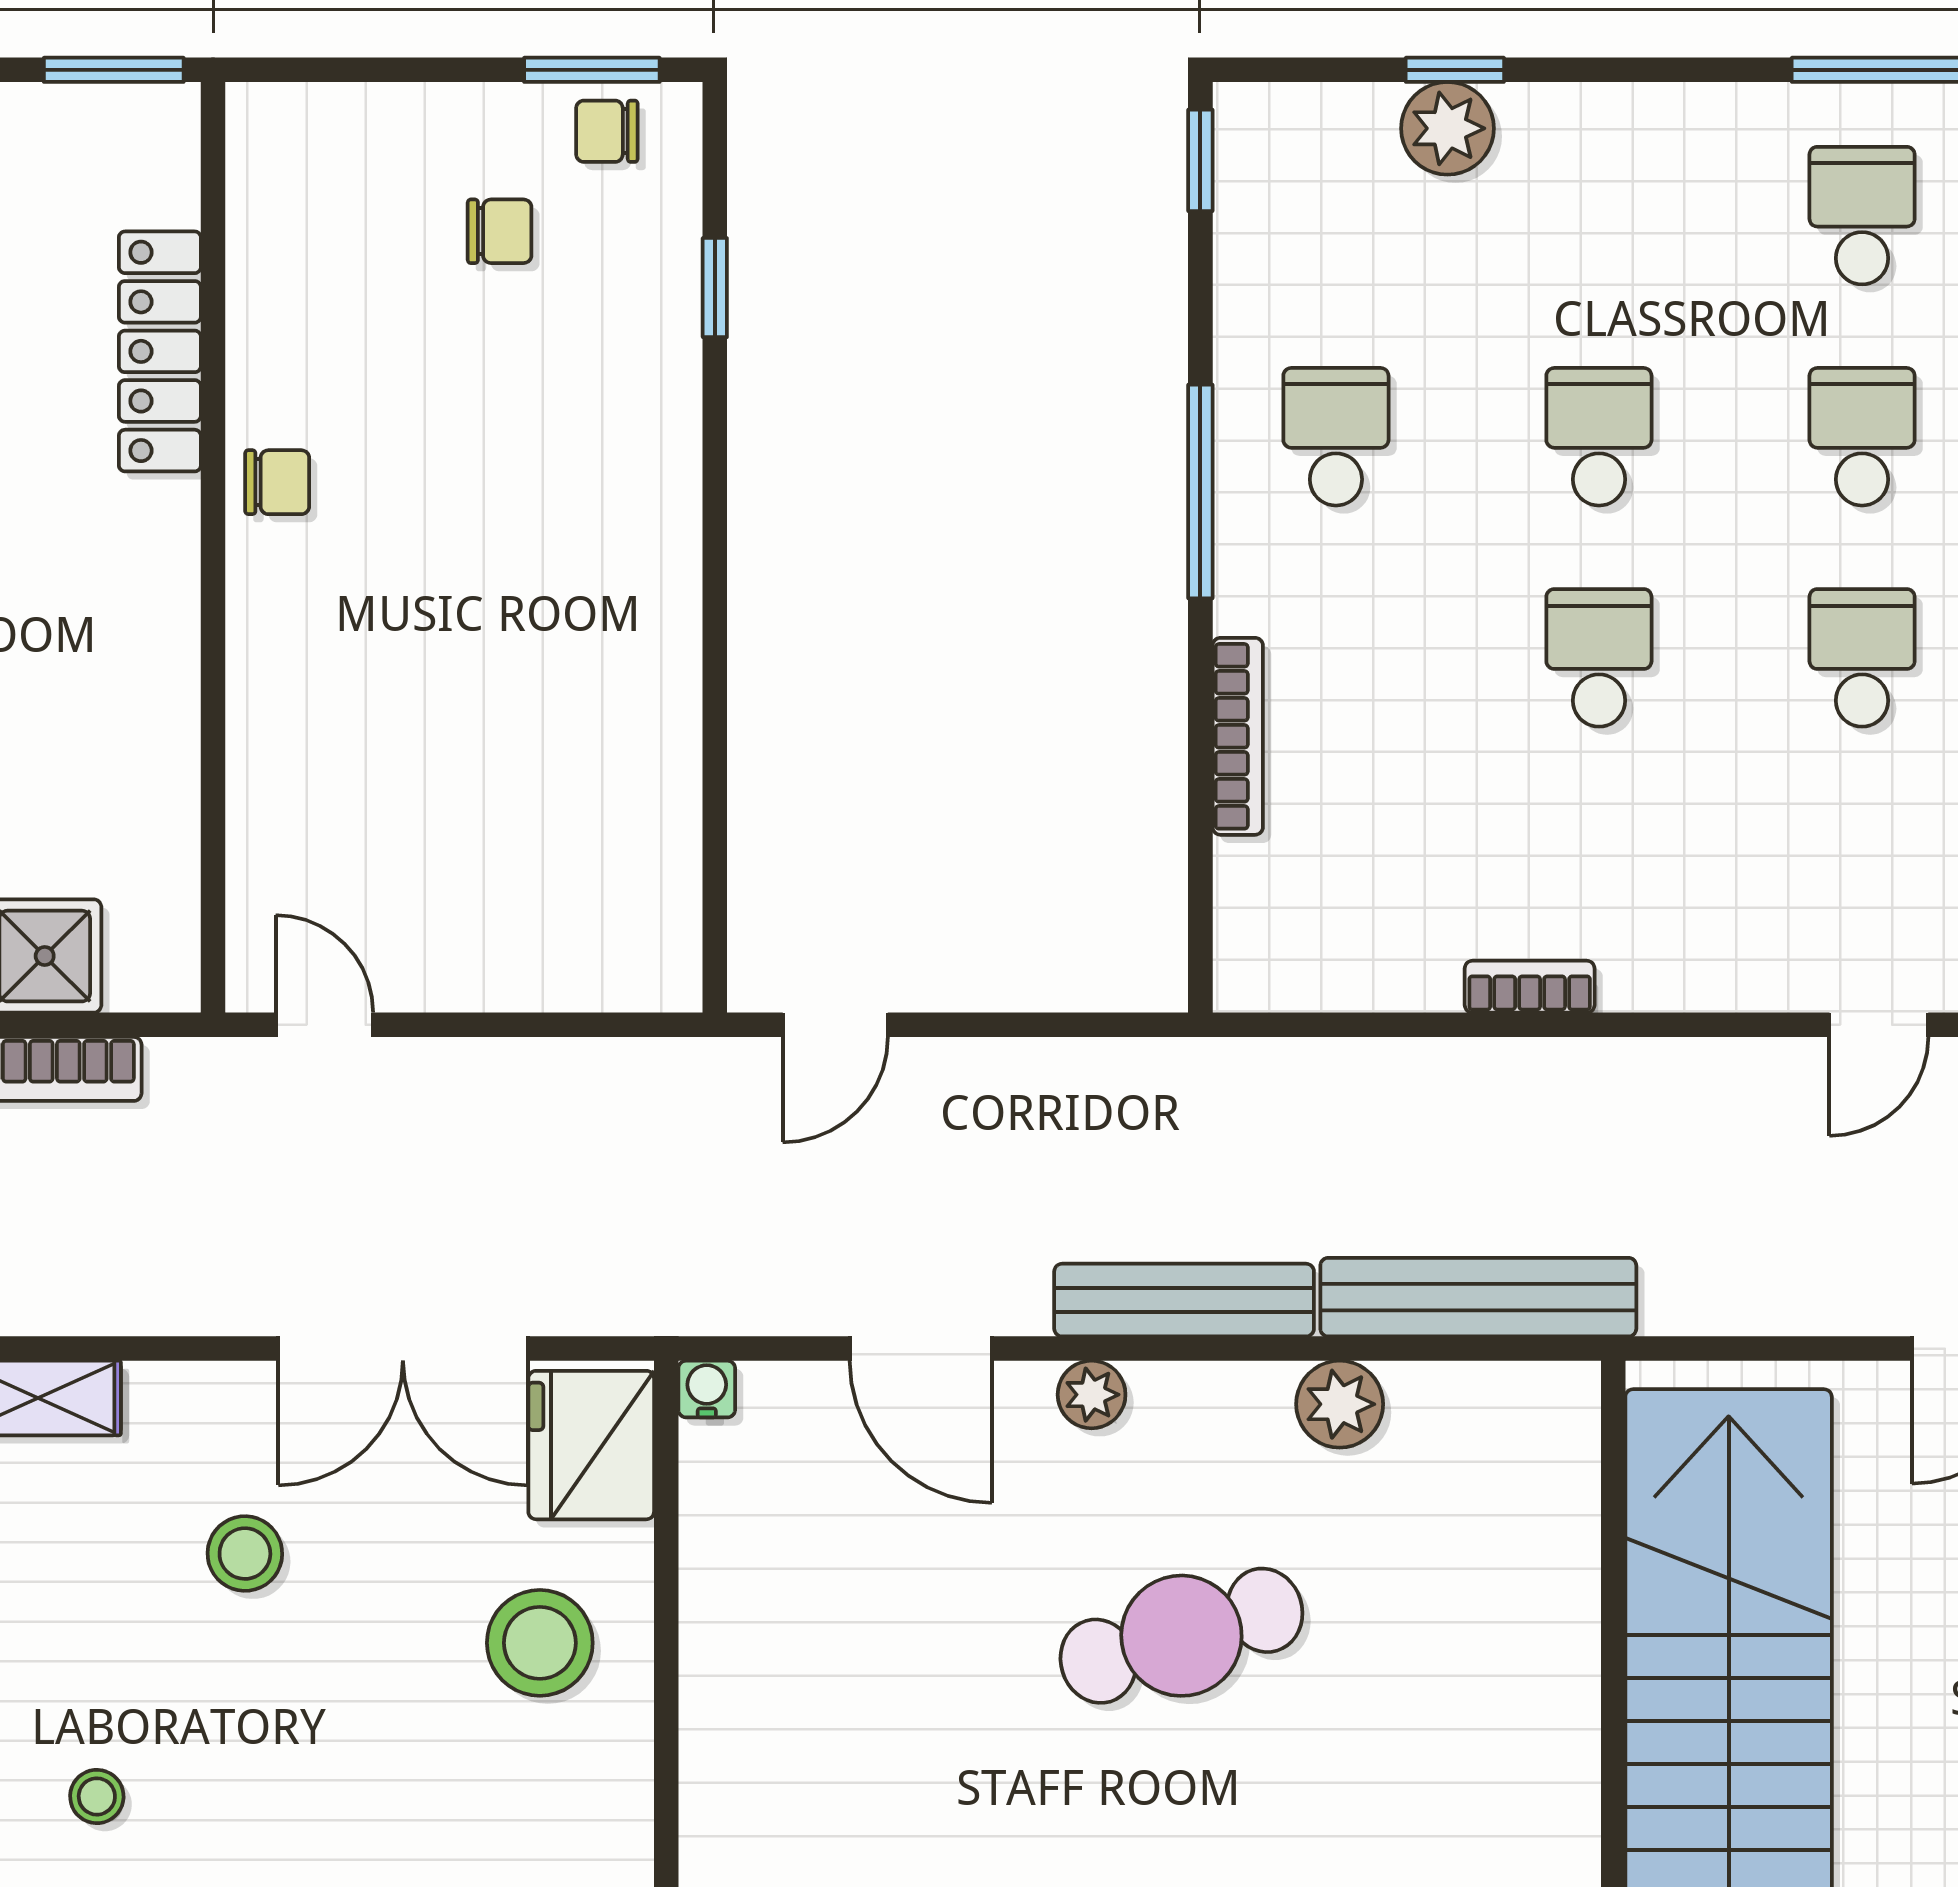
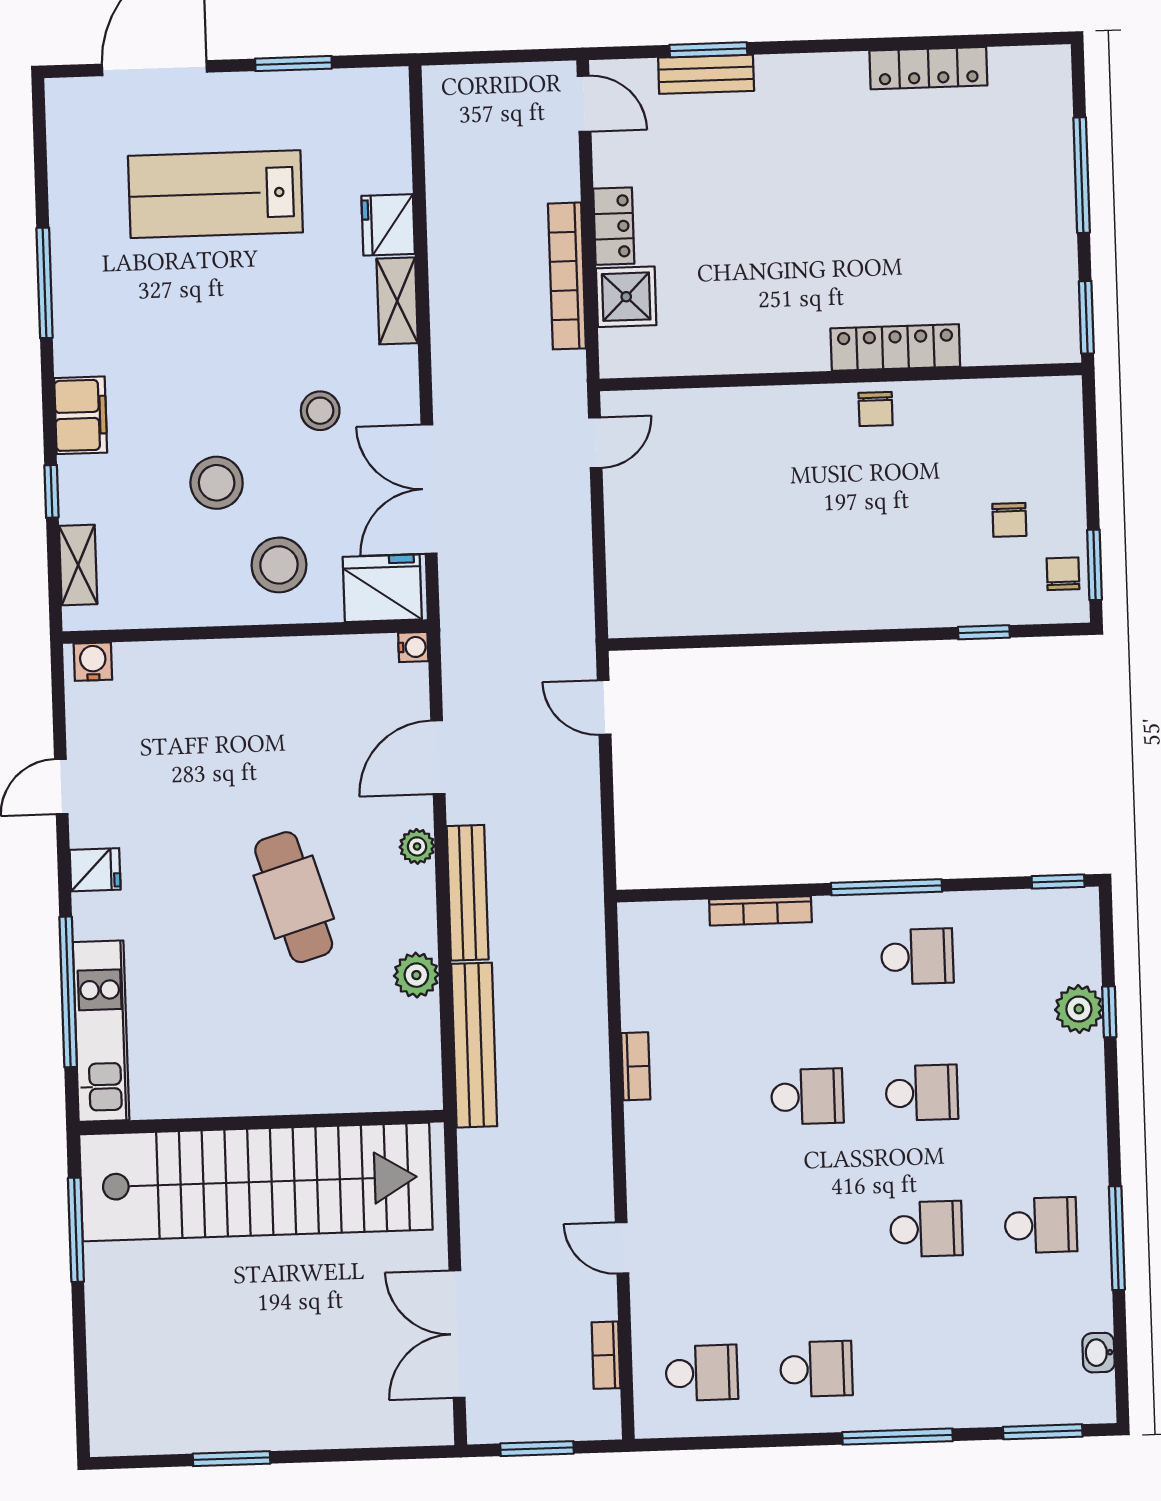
locker: (160, 351) -> (895, 347), moved
school desk: (1862, 658) -> (812, 1233), removed
stool: (97, 1796) -> (217, 483), moved, width x1.89, depth x1.89

